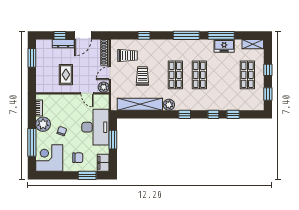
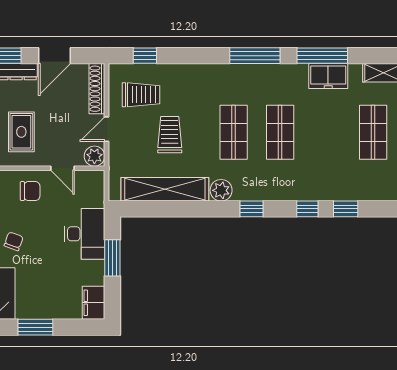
window: (144, 35) -> (145, 56), moved
desk: (95, 127) -> (85, 234), width x0.73, depth x0.77
chair: (78, 158) -> (30, 191), moved
window: (87, 175) -> (35, 327), moved

